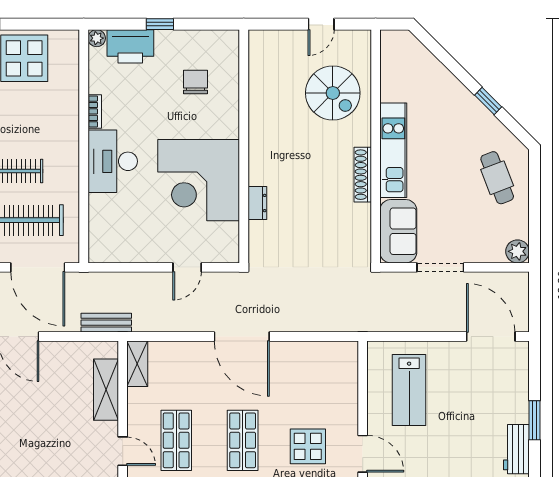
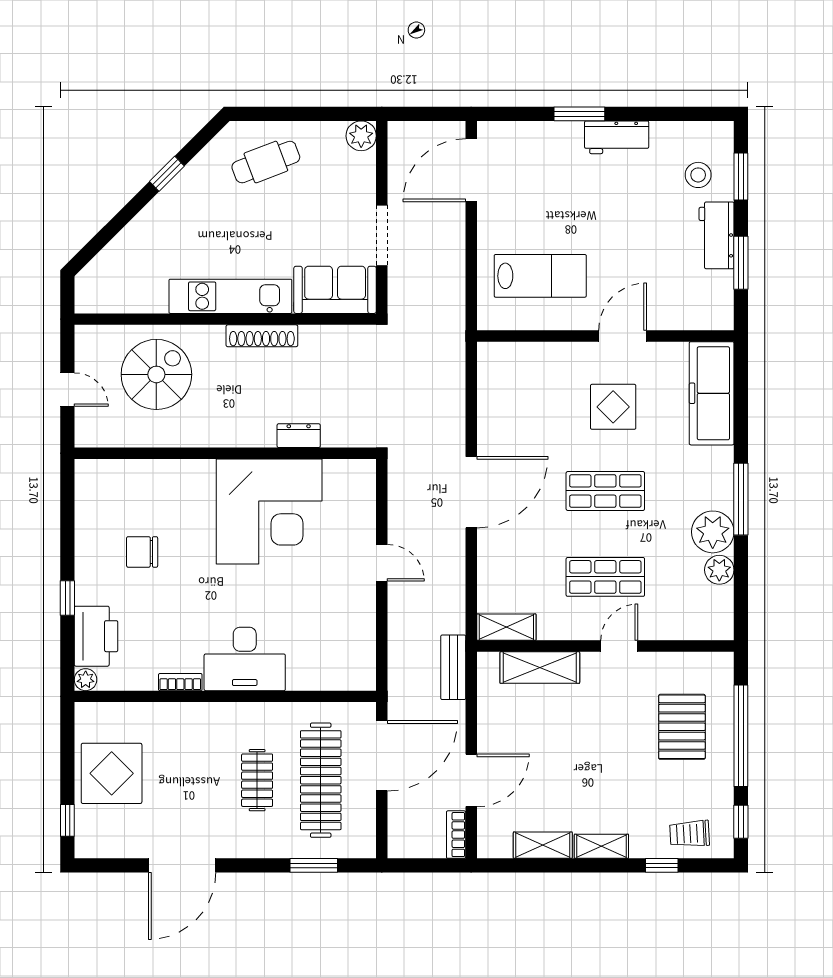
wall: (244, 146) -> (225, 453), moved
corner desk: (199, 180) -> (269, 512), moved
dresser: (257, 203) -> (299, 436), moved

